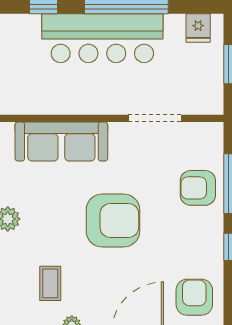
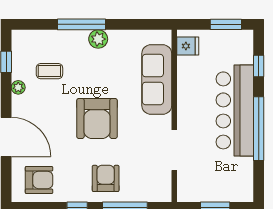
fridge: (198, 28) -> (188, 46), moved, turned 180
armchair: (198, 188) -> (106, 178), moved

